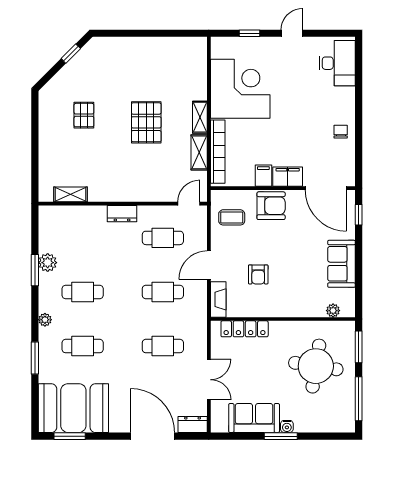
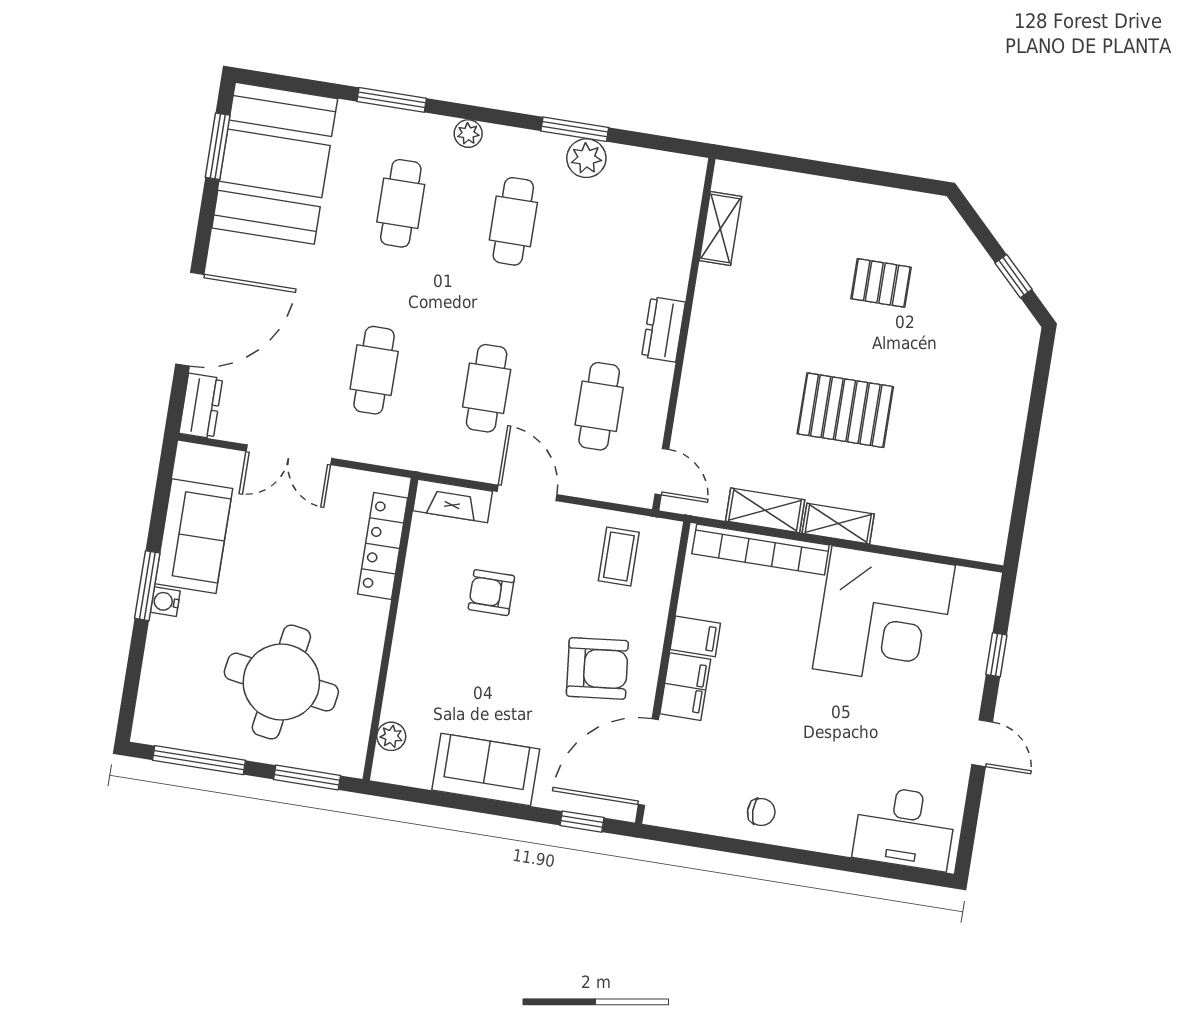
armchair: (271, 206) -> (597, 668), moved, turned -96

